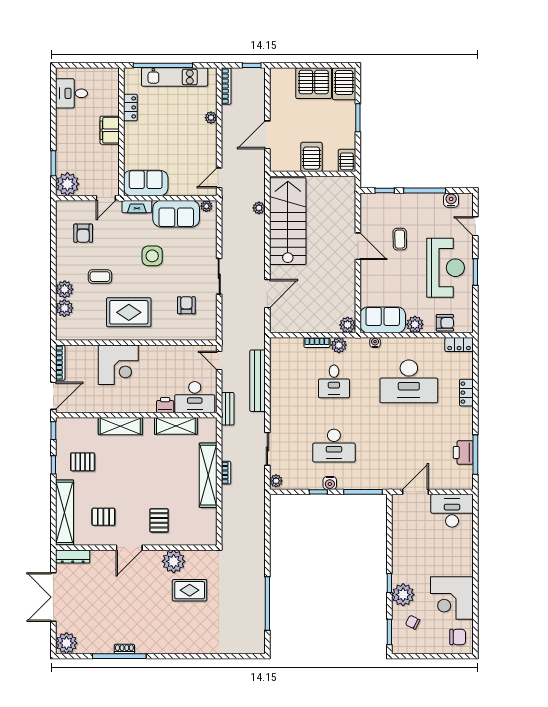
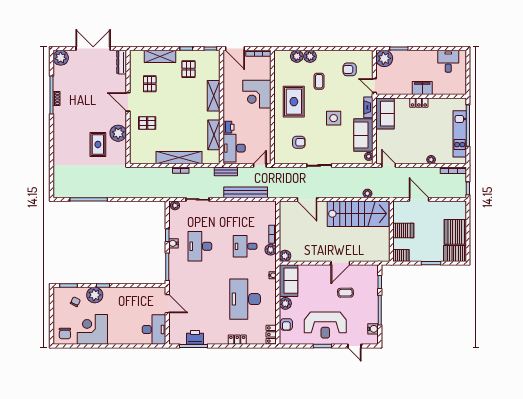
locker: (130, 107) -> (419, 103), moved
door: (475, 226) -> (354, 346), swing flipped
shelving: (65, 512) -> (160, 56), width x0.68

